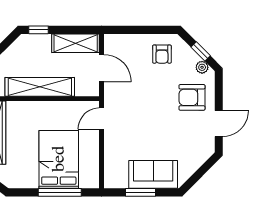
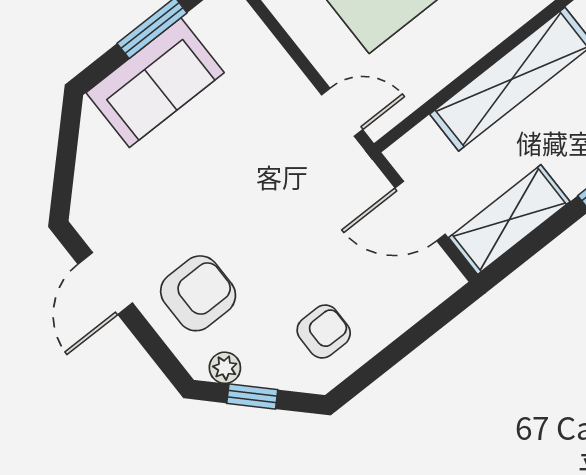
armchair: (162, 54) -> (324, 332), turned 90
door: (102, 119) -> (342, 112), hinge flipped

